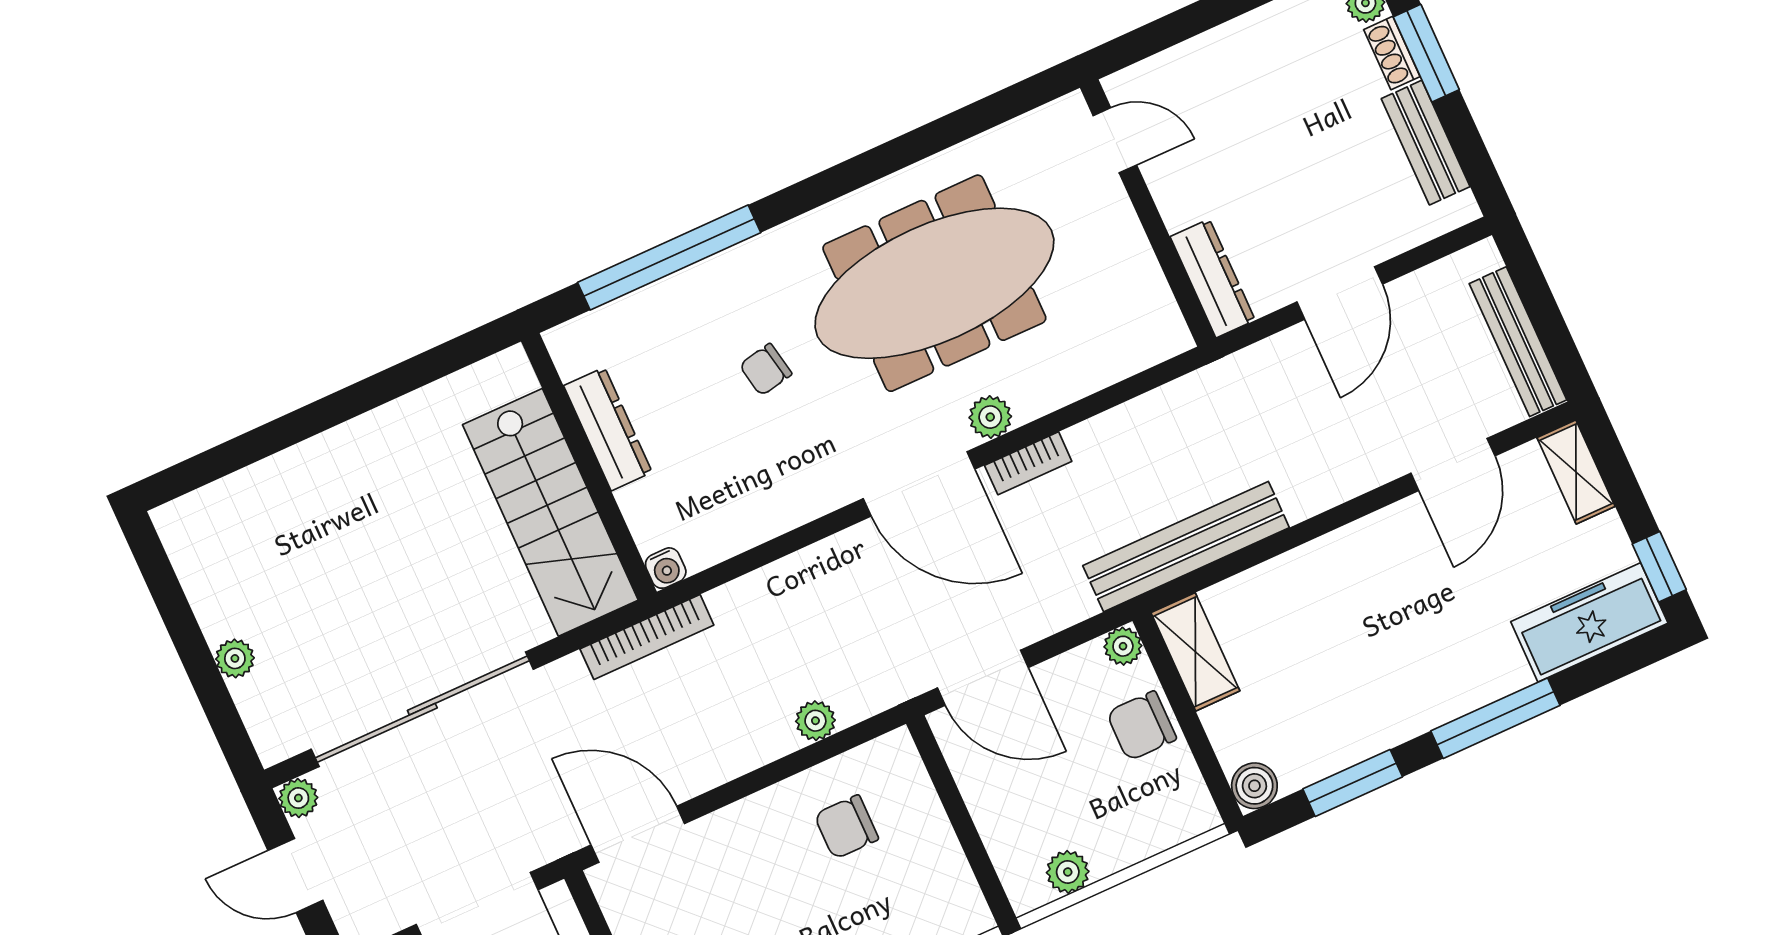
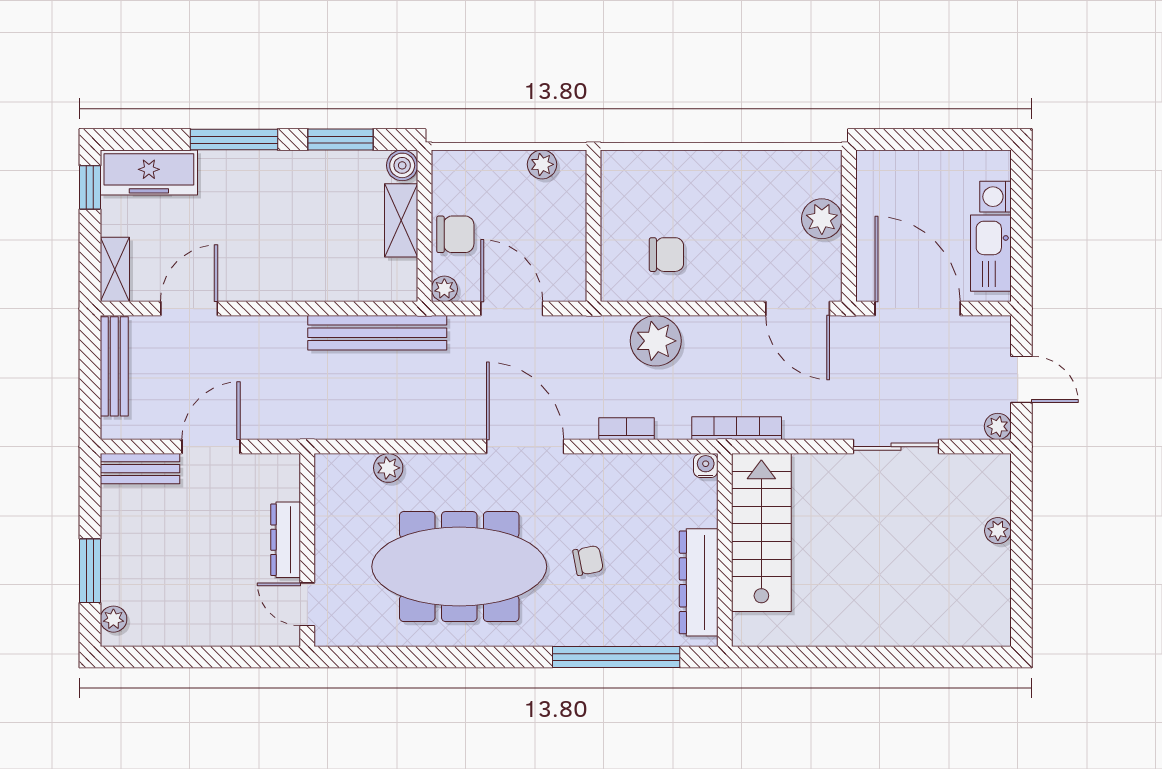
shoe rack: (1392, 53) -> (111, 581), removed
bench: (1426, 143) -> (140, 469), moved, turned 90
dresser: (1213, 278) -> (286, 540), moved
plant: (990, 417) -> (388, 468), moved
dresser: (608, 429) -> (699, 582), width x1.37, depth x1.24
bookcase: (1028, 463) -> (627, 429), moved
shelving: (1195, 652) -> (401, 220), moved
door: (983, 678) -> (512, 309), moved
sliding door: (422, 709) -> (896, 447), width x0.54
plant: (815, 721) -> (656, 341), width x1.88, depth x1.88

